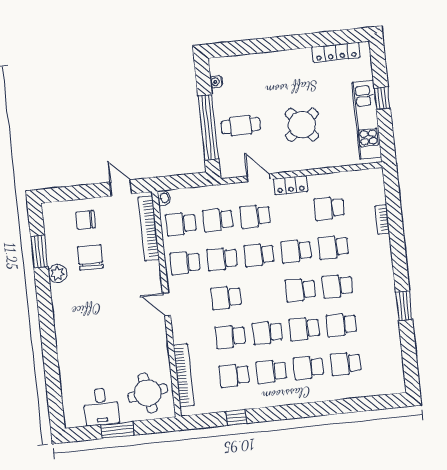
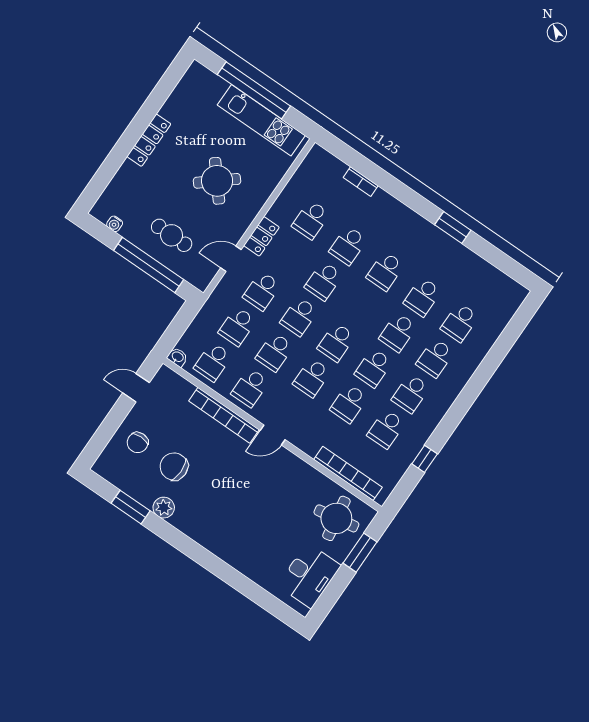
locker: (336, 52) -> (149, 140), moved
window: (382, 98) -> (254, 90), width x3.17
cafe table: (241, 126) -> (172, 235), turned 90
bookcase: (149, 229) -> (224, 415), moved
school desk: (300, 290) -> (336, 342), moved
desk: (101, 407) -> (309, 575), width x1.37
window: (117, 430) -> (360, 553), moved

